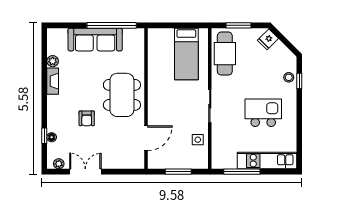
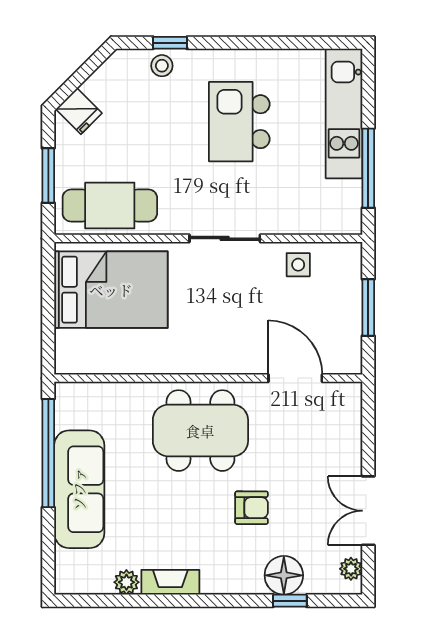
bed: (186, 54) -> (111, 290), width x1.50
floor lamp: (52, 137) -> (284, 575), width x1.89, depth x1.89

